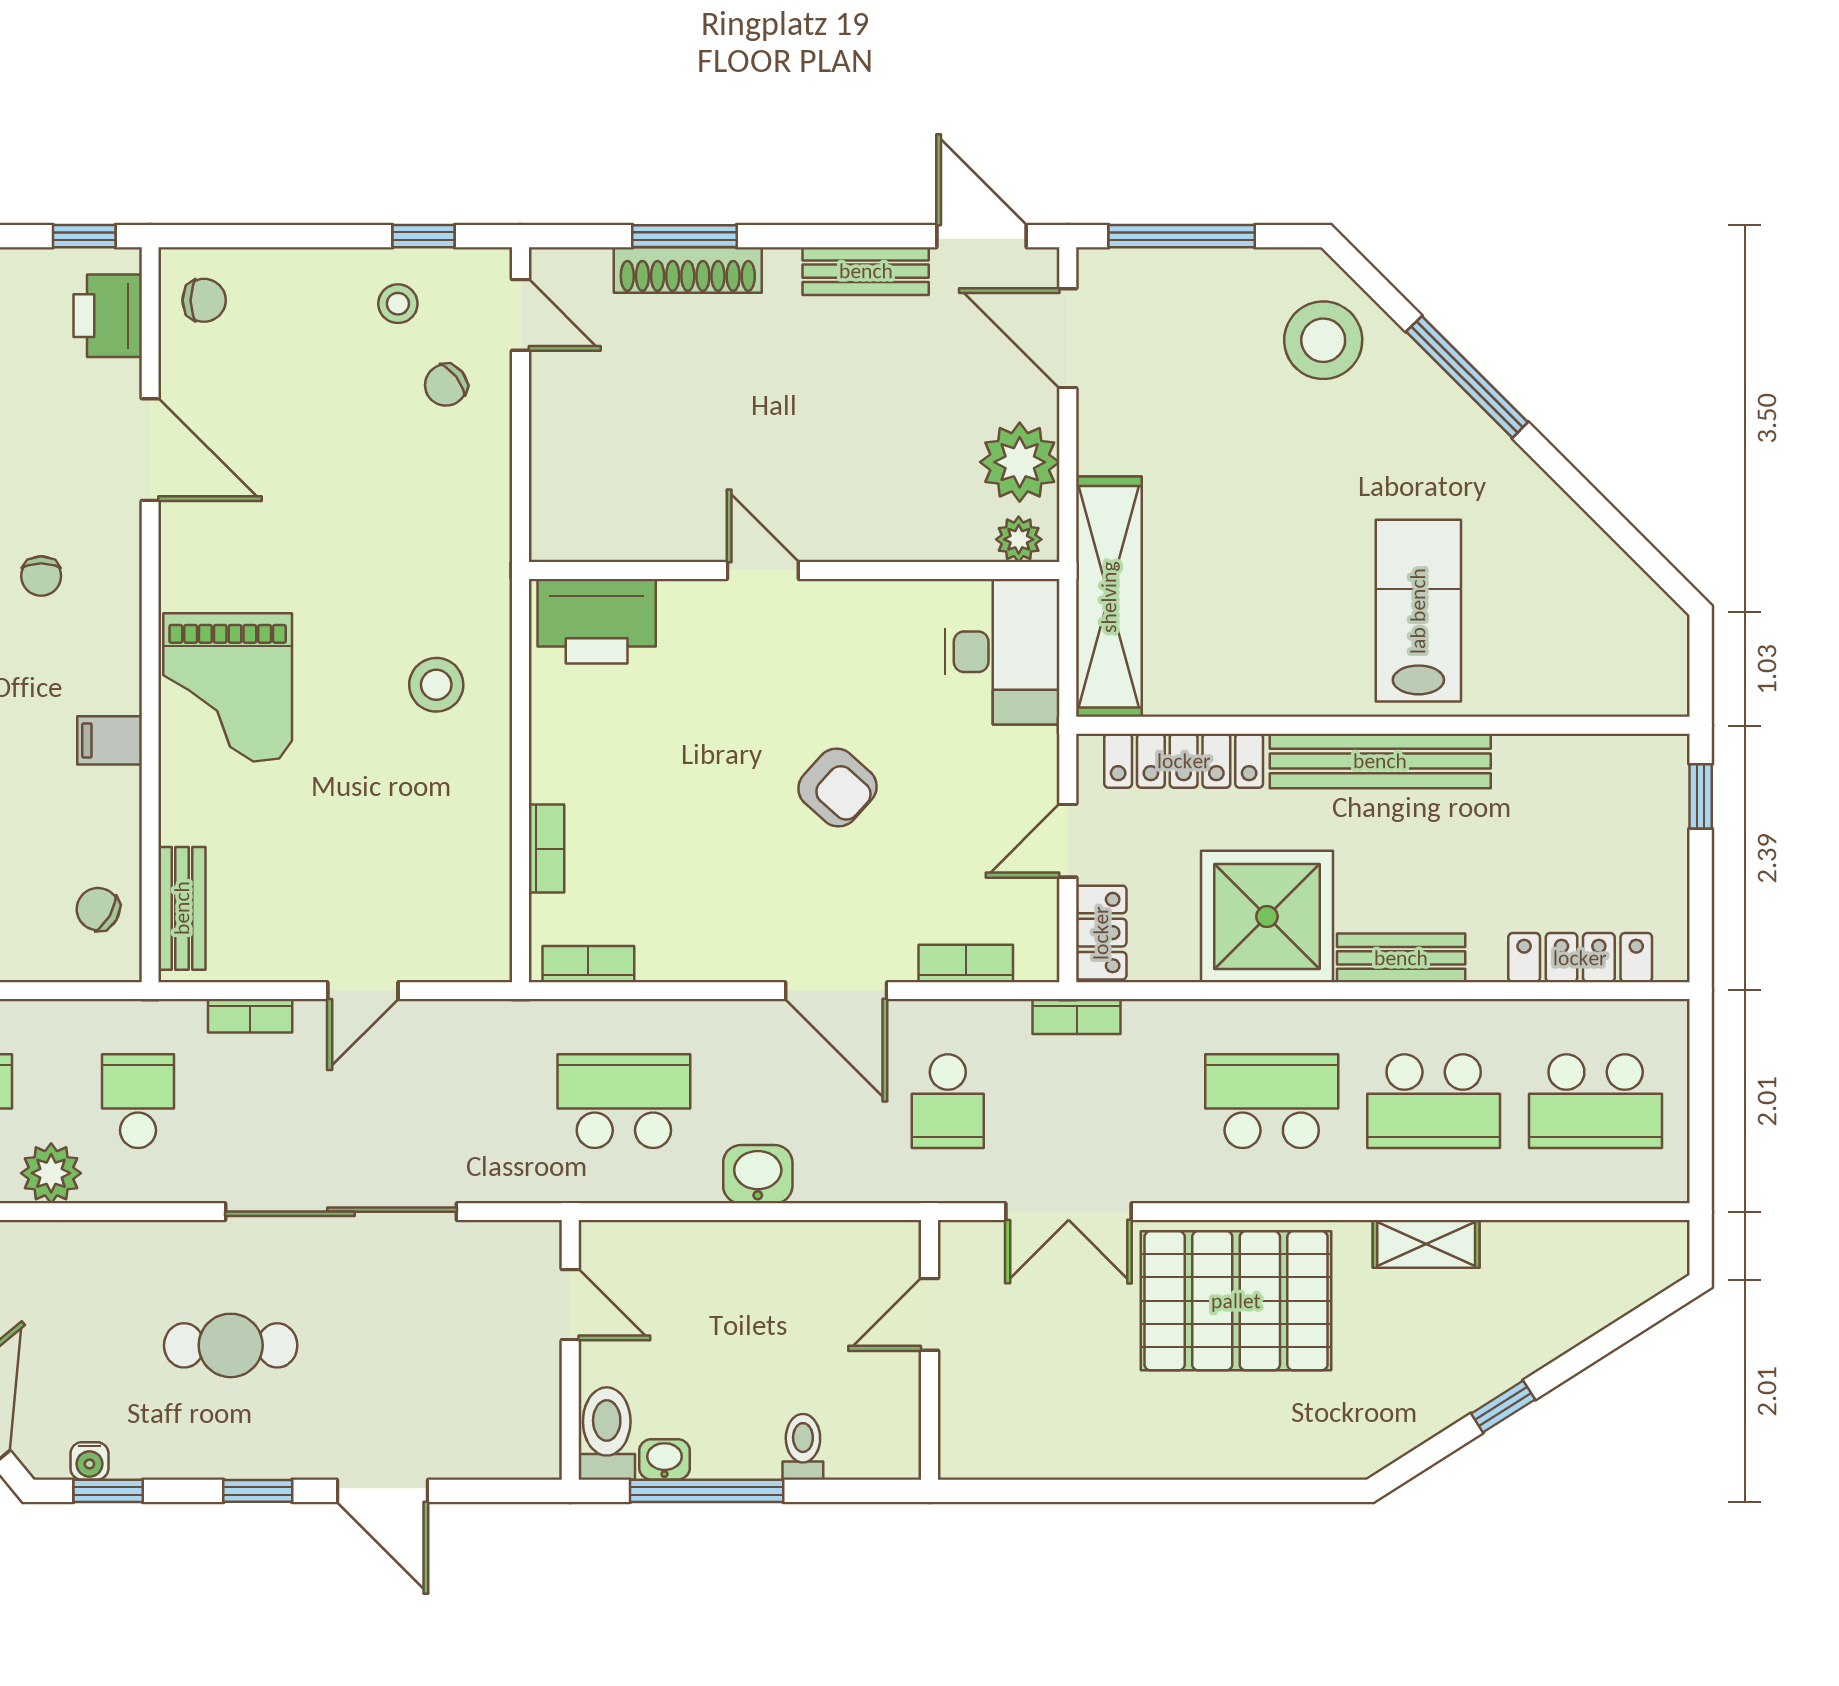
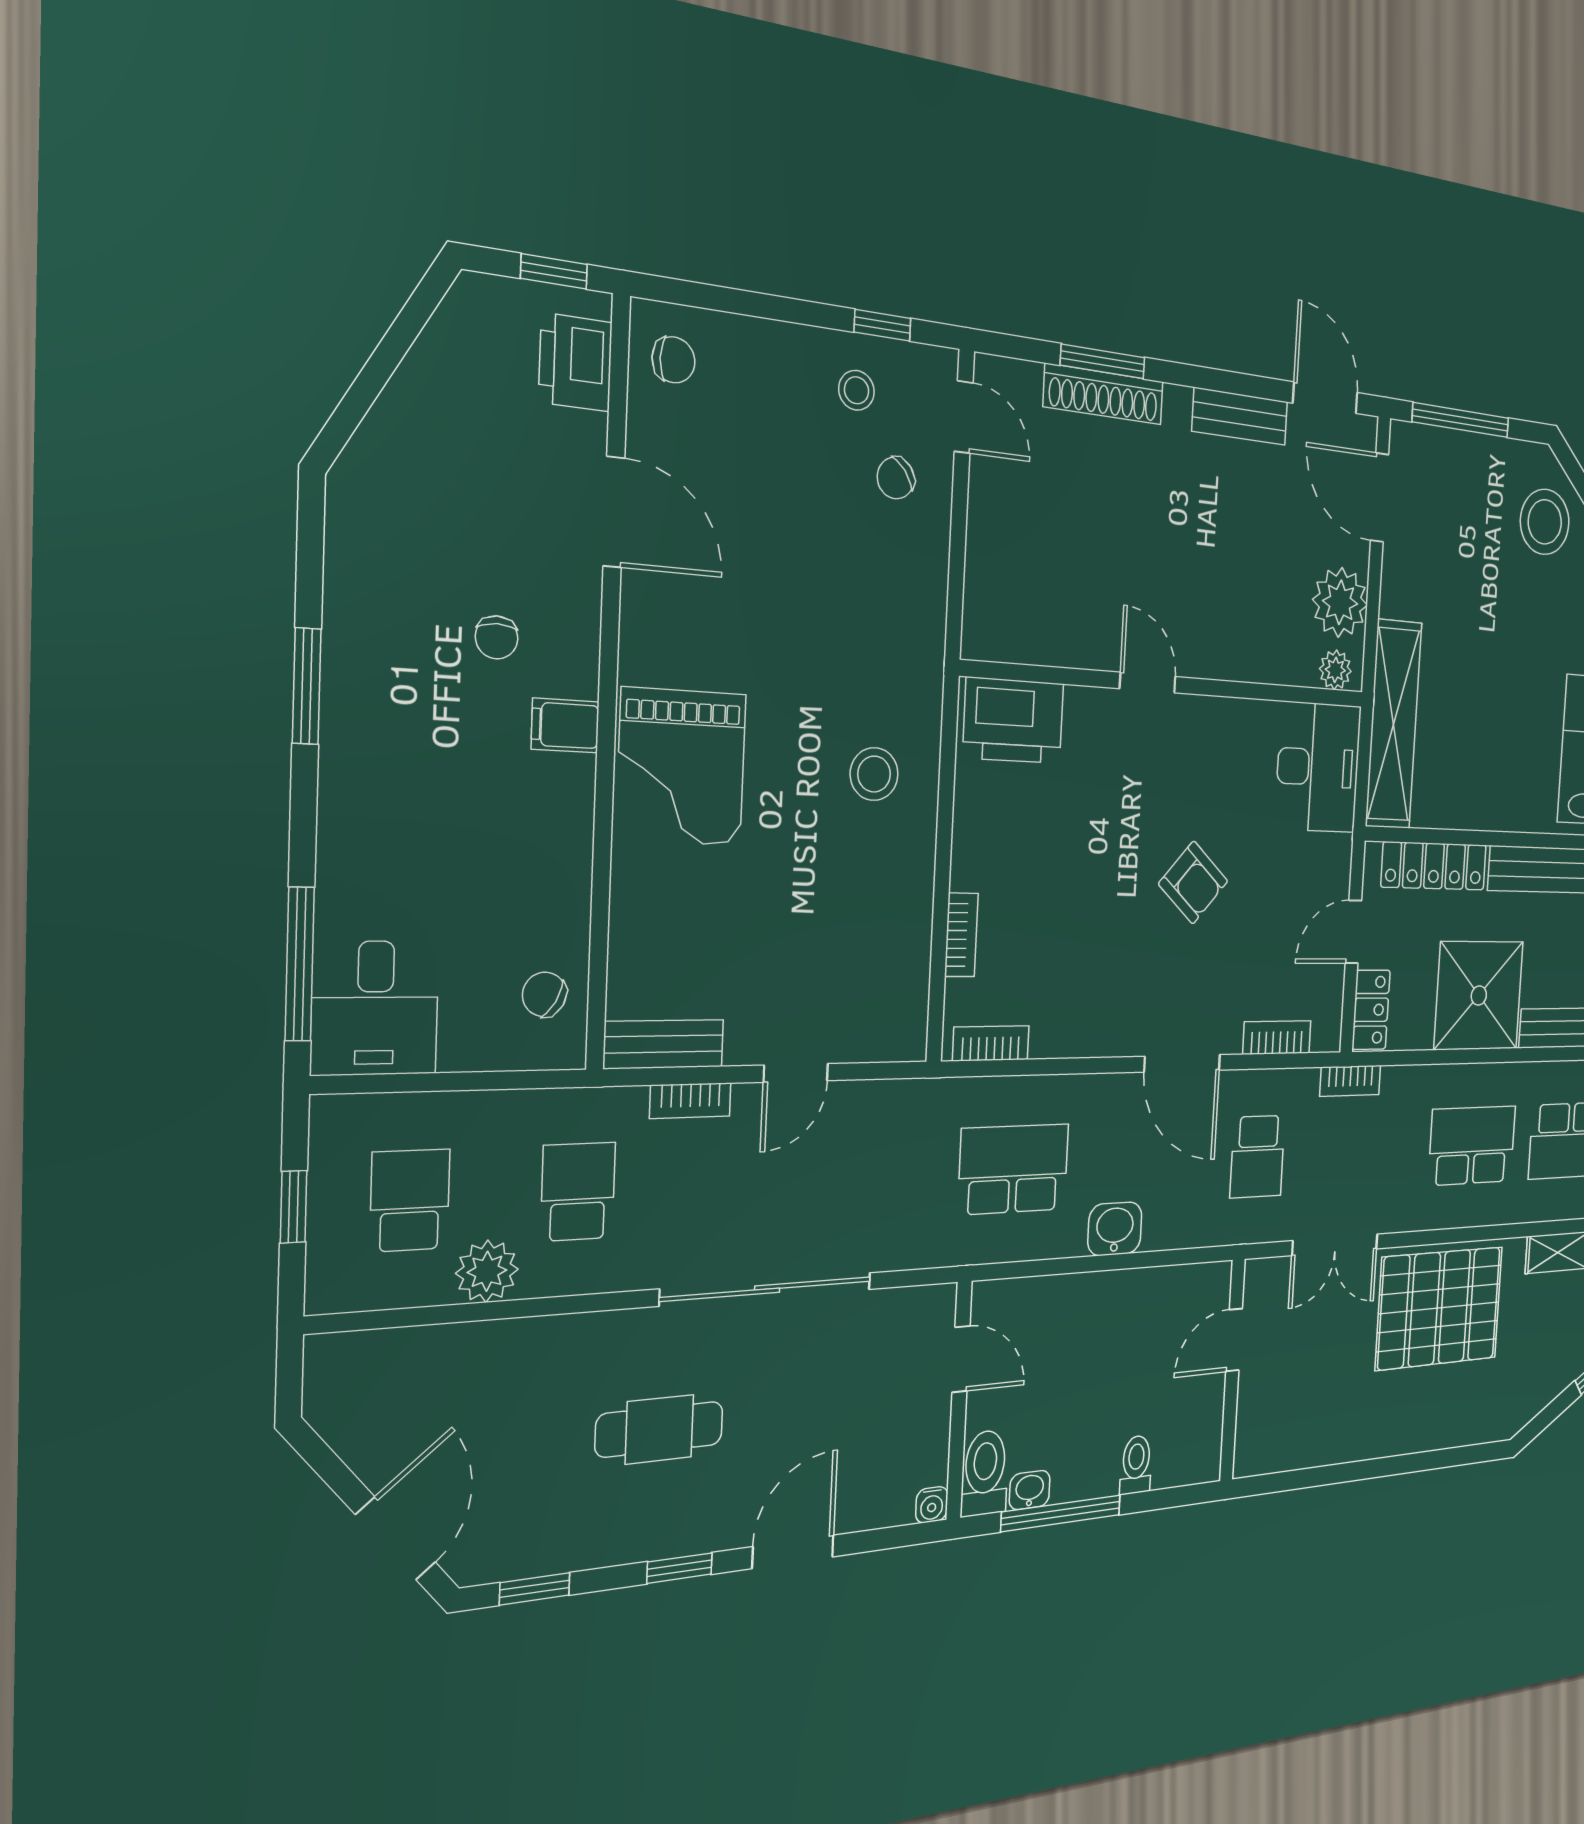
filing cabinet: (110, 740) -> (565, 725), moved
bench: (182, 908) -> (664, 1044), moved, turned 90
water cooler: (89, 1461) -> (932, 1505), moved
door: (382, 1491) -> (793, 1552), swing flipped

